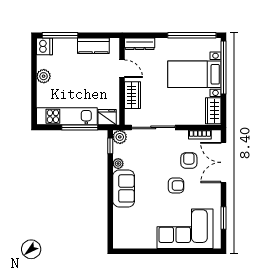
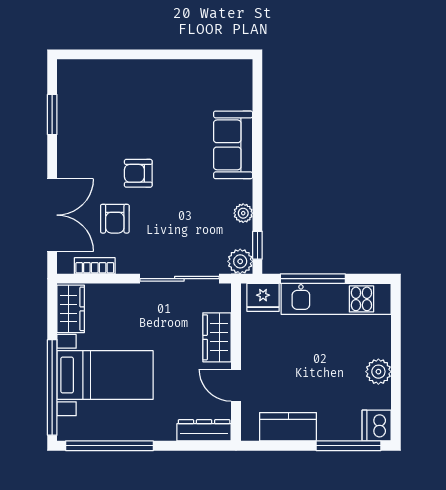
sofa: (124, 188) -> (233, 145), moved
corner sofa: (185, 229) -> (122, 95), removed

